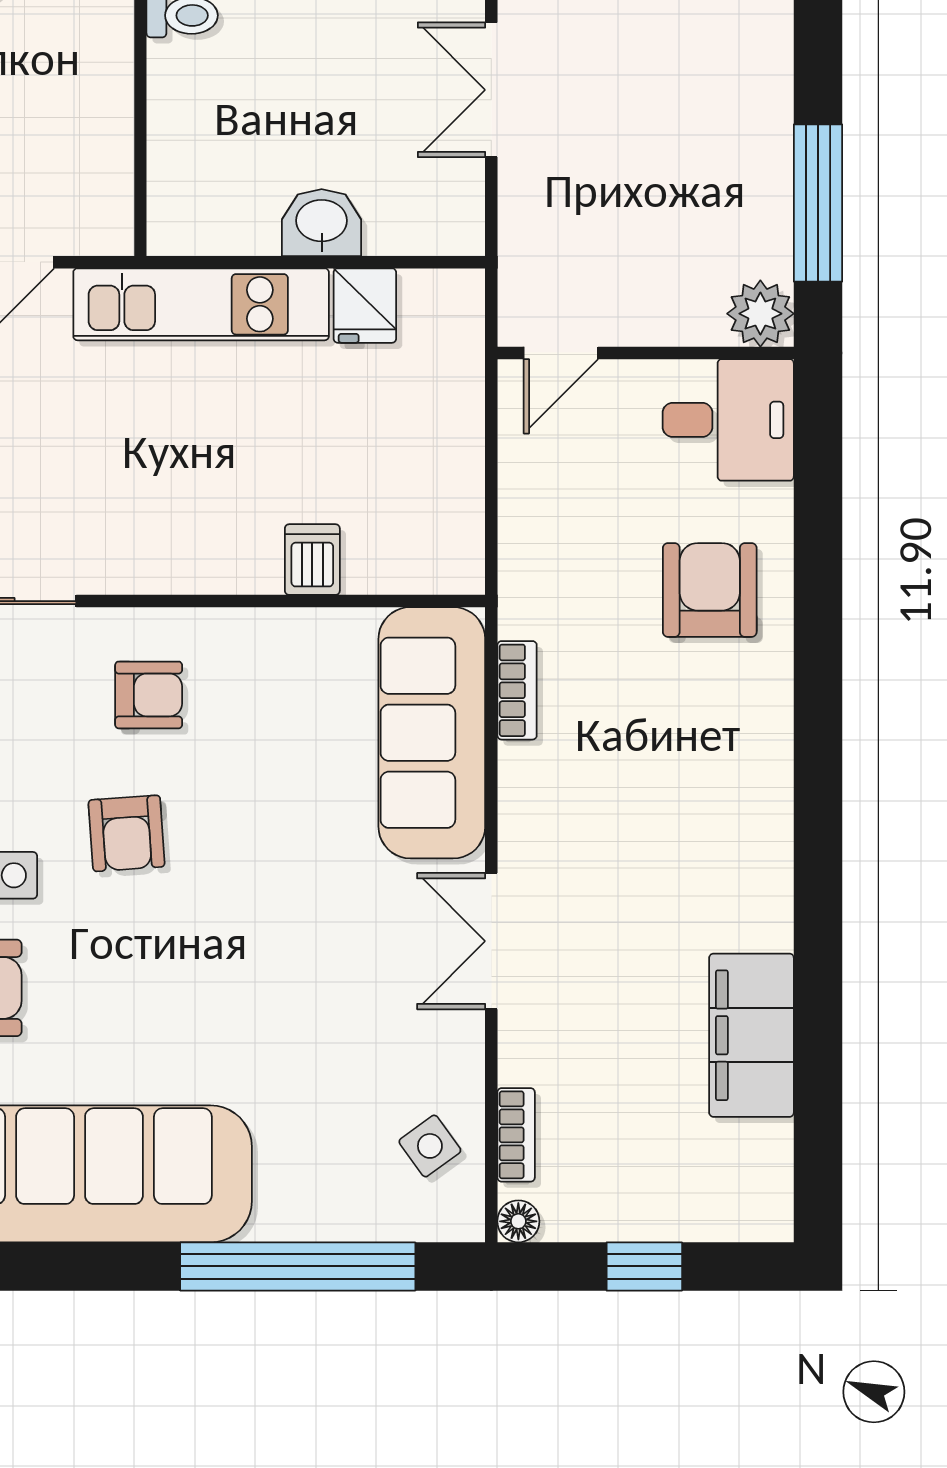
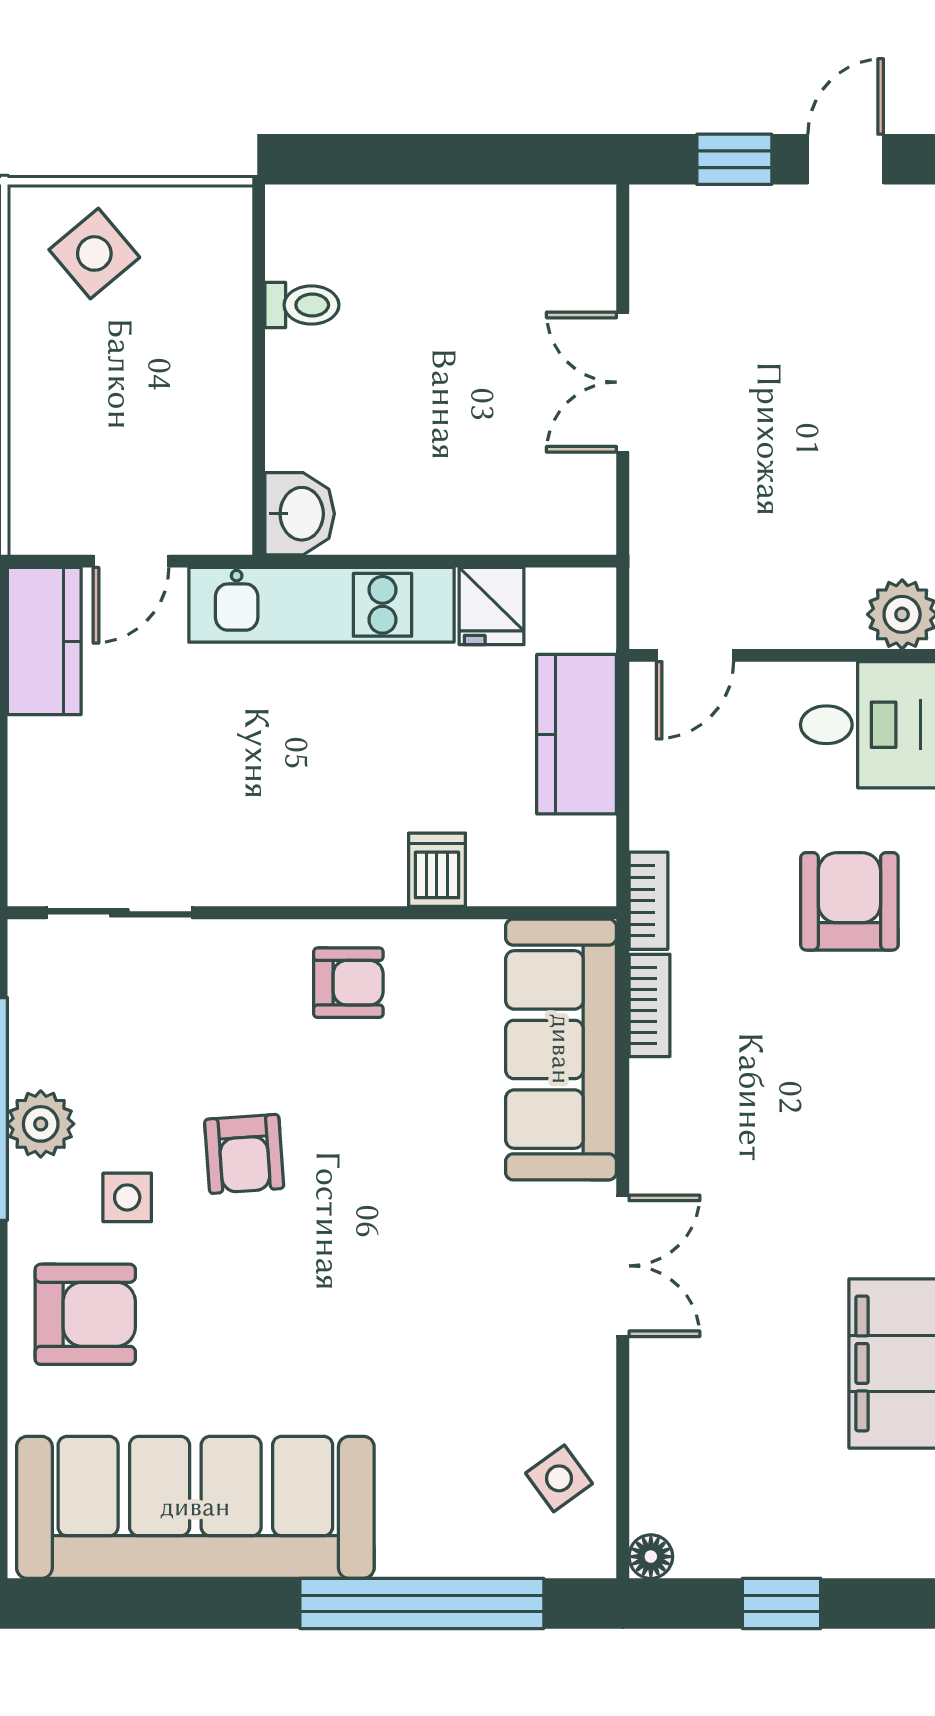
washbasin: (322, 223) -> (300, 514), moved, turned 90
kitchen counter: (447, 429) -> (577, 734), added
armchair: (149, 695) -> (348, 983), moved
double door: (491, 941) -> (623, 1266), swing flipped
bookcase: (516, 1135) -> (648, 901), moved

